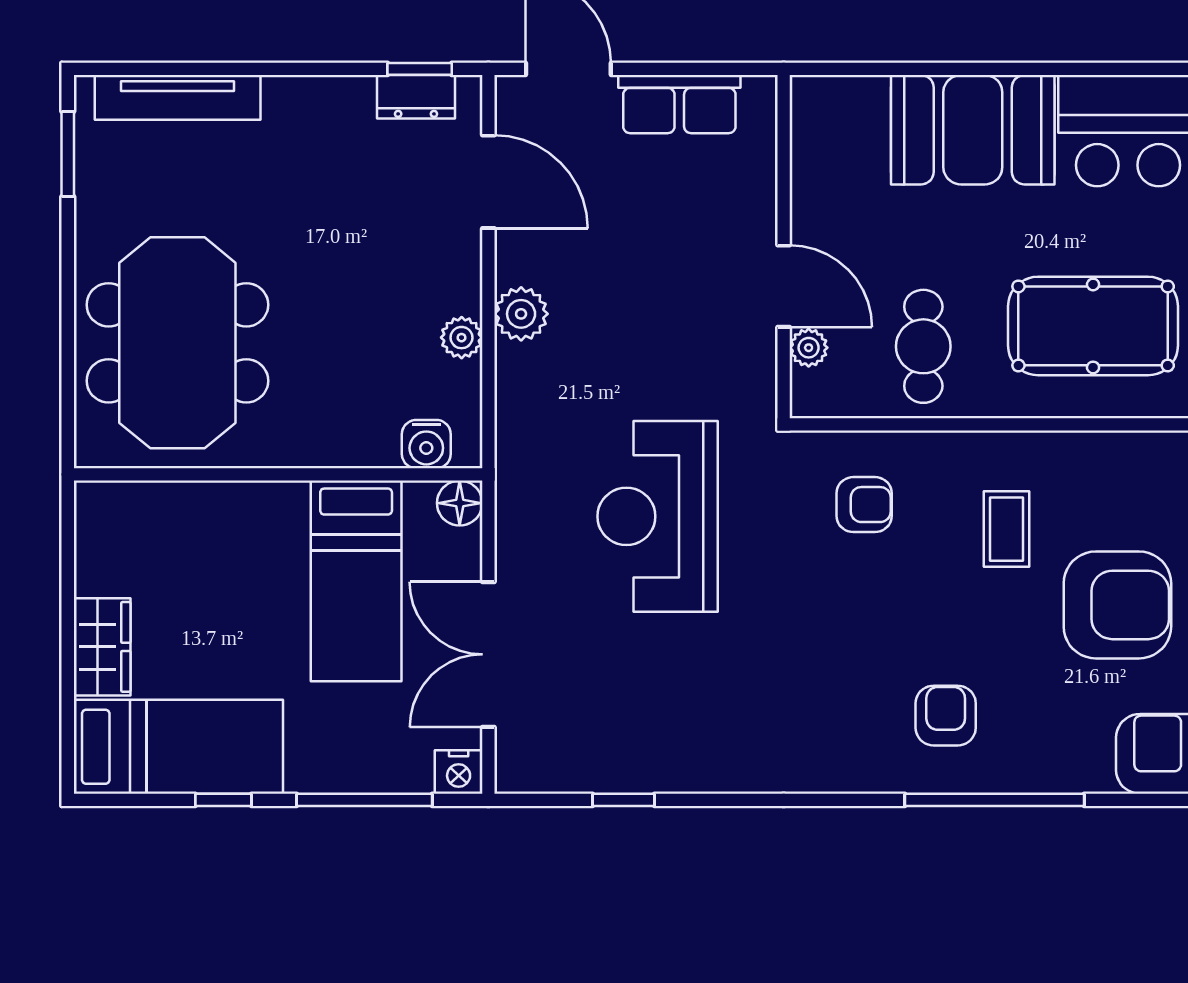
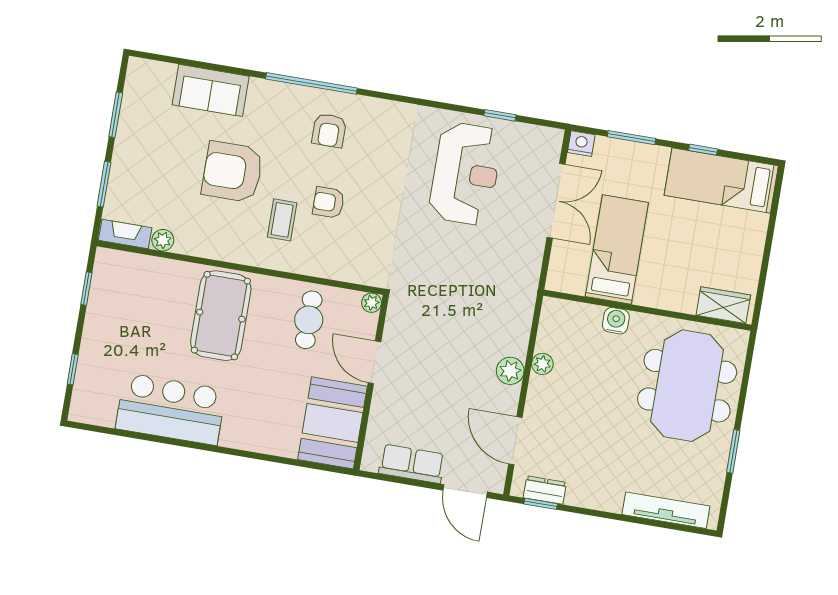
booth: (973, 130) -> (332, 423), moved, turned 90
window: (68, 154) -> (733, 451), moved
pool table: (1093, 326) -> (221, 316), turned 90
plant: (809, 348) -> (372, 303), moved
water cooler: (426, 444) -> (616, 321), moved
floor lamp: (460, 503) -> (558, 280), removed
armchair: (864, 505) -> (329, 202), moved
reception desk: (658, 516) -> (466, 174), moved
wardrobe: (102, 647) -> (723, 305), moved, turned 90
window: (364, 800) -> (631, 138), width x0.69

